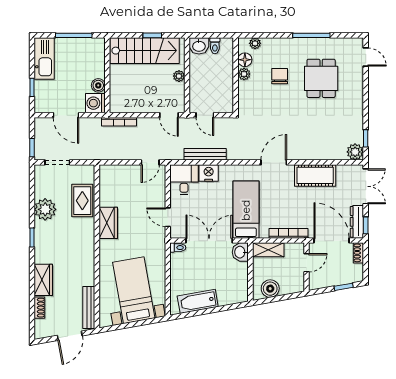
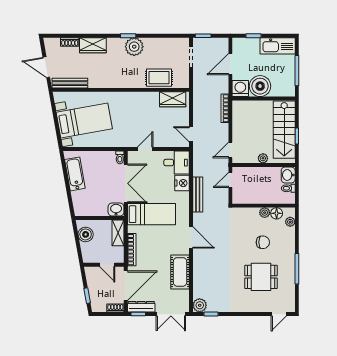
boiler: (98, 85) -> (260, 86), width x1.86, depth x1.86
bench: (205, 154) -> (198, 195), moved
plant: (45, 209) -> (134, 47), moved
wardrobe: (108, 223) -> (173, 99), moved

